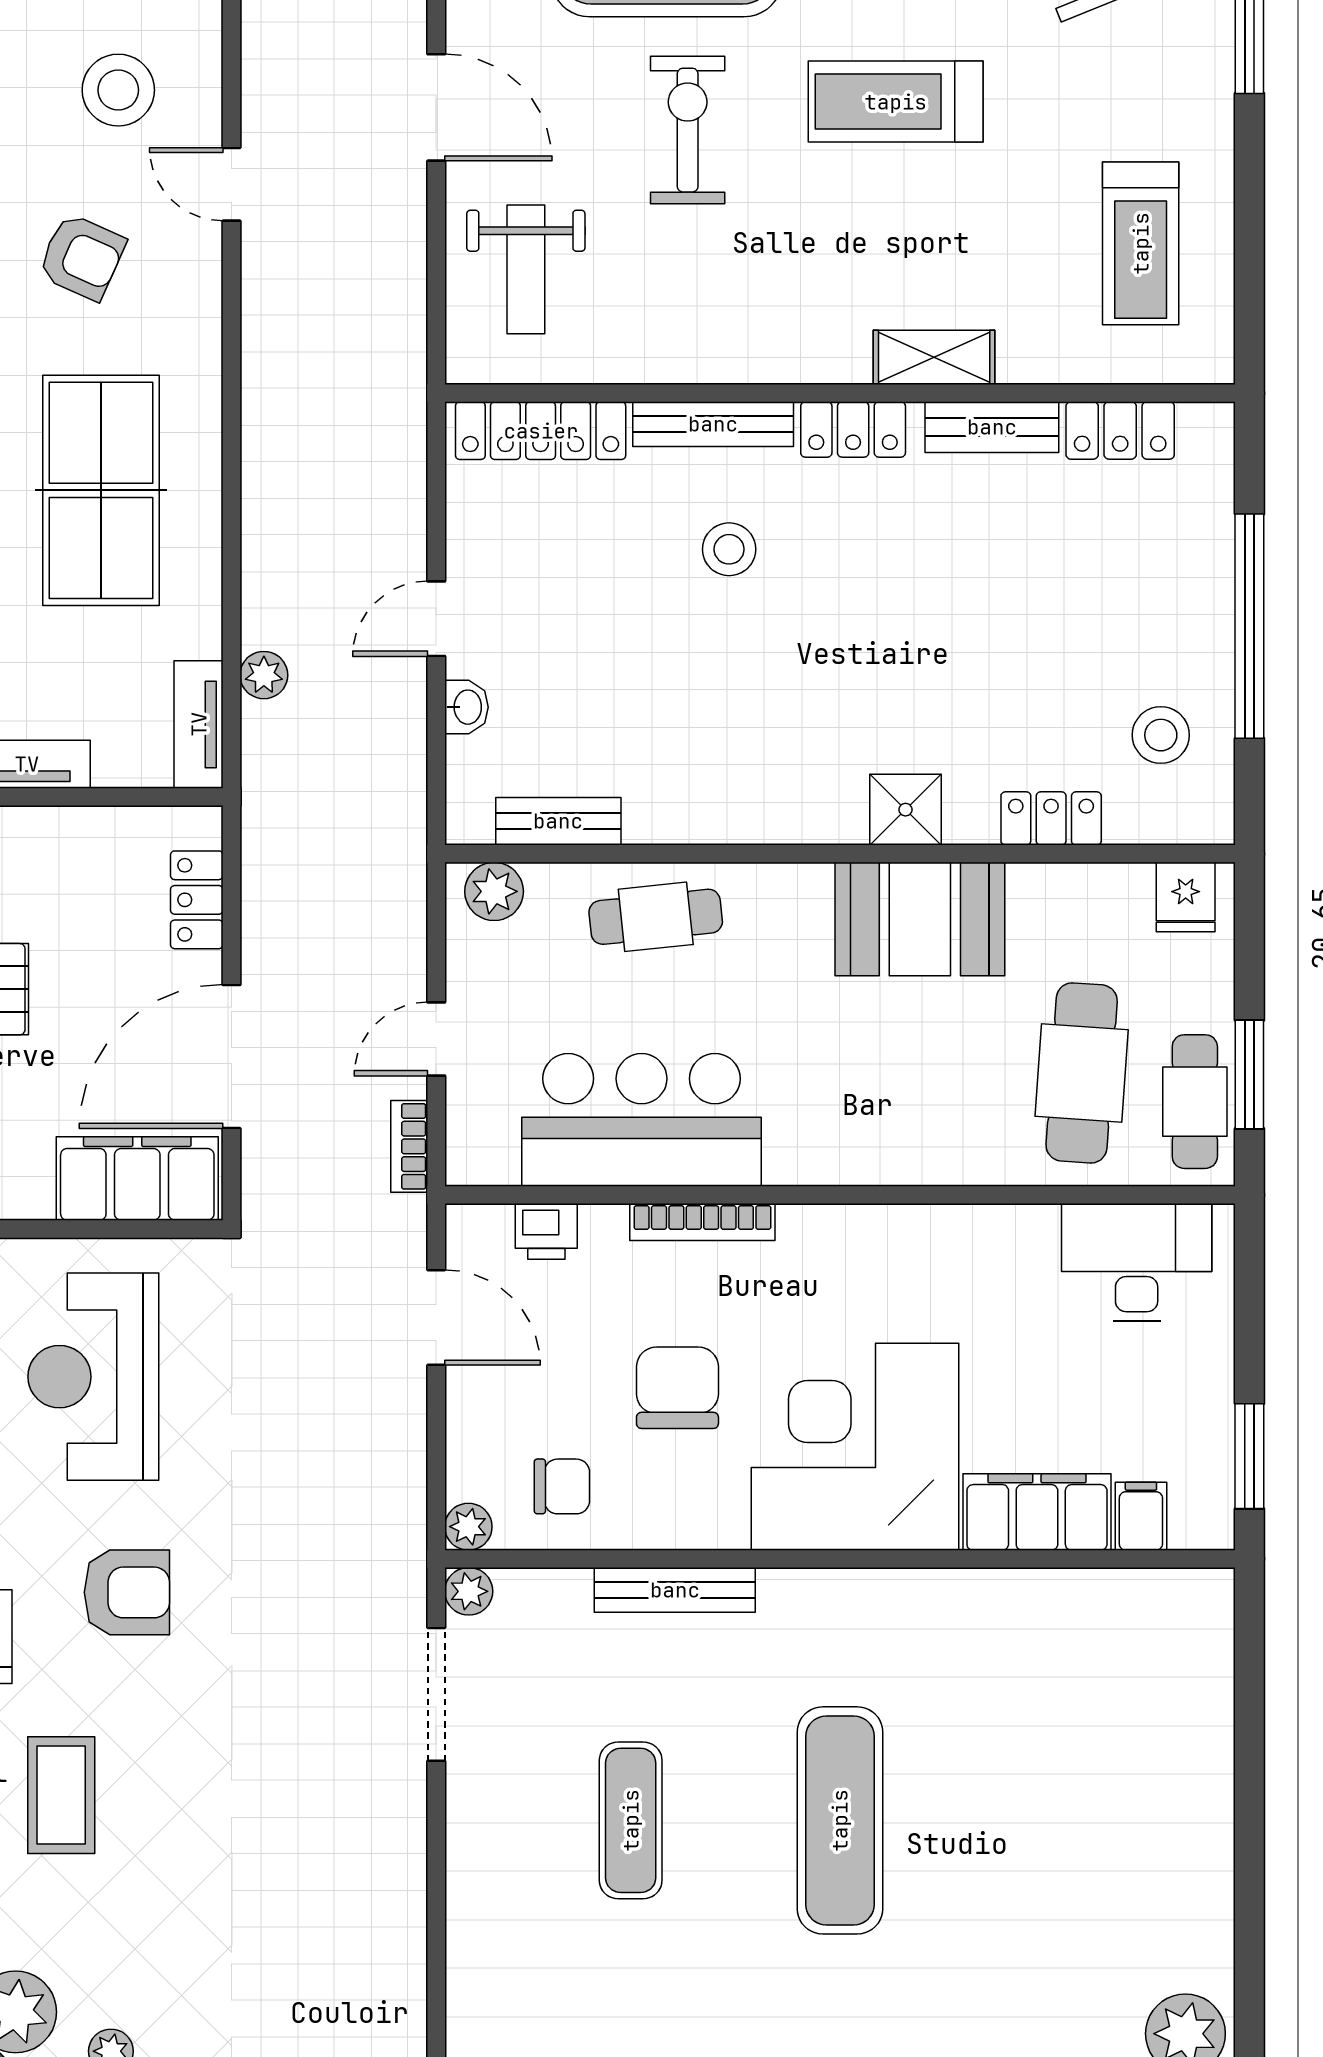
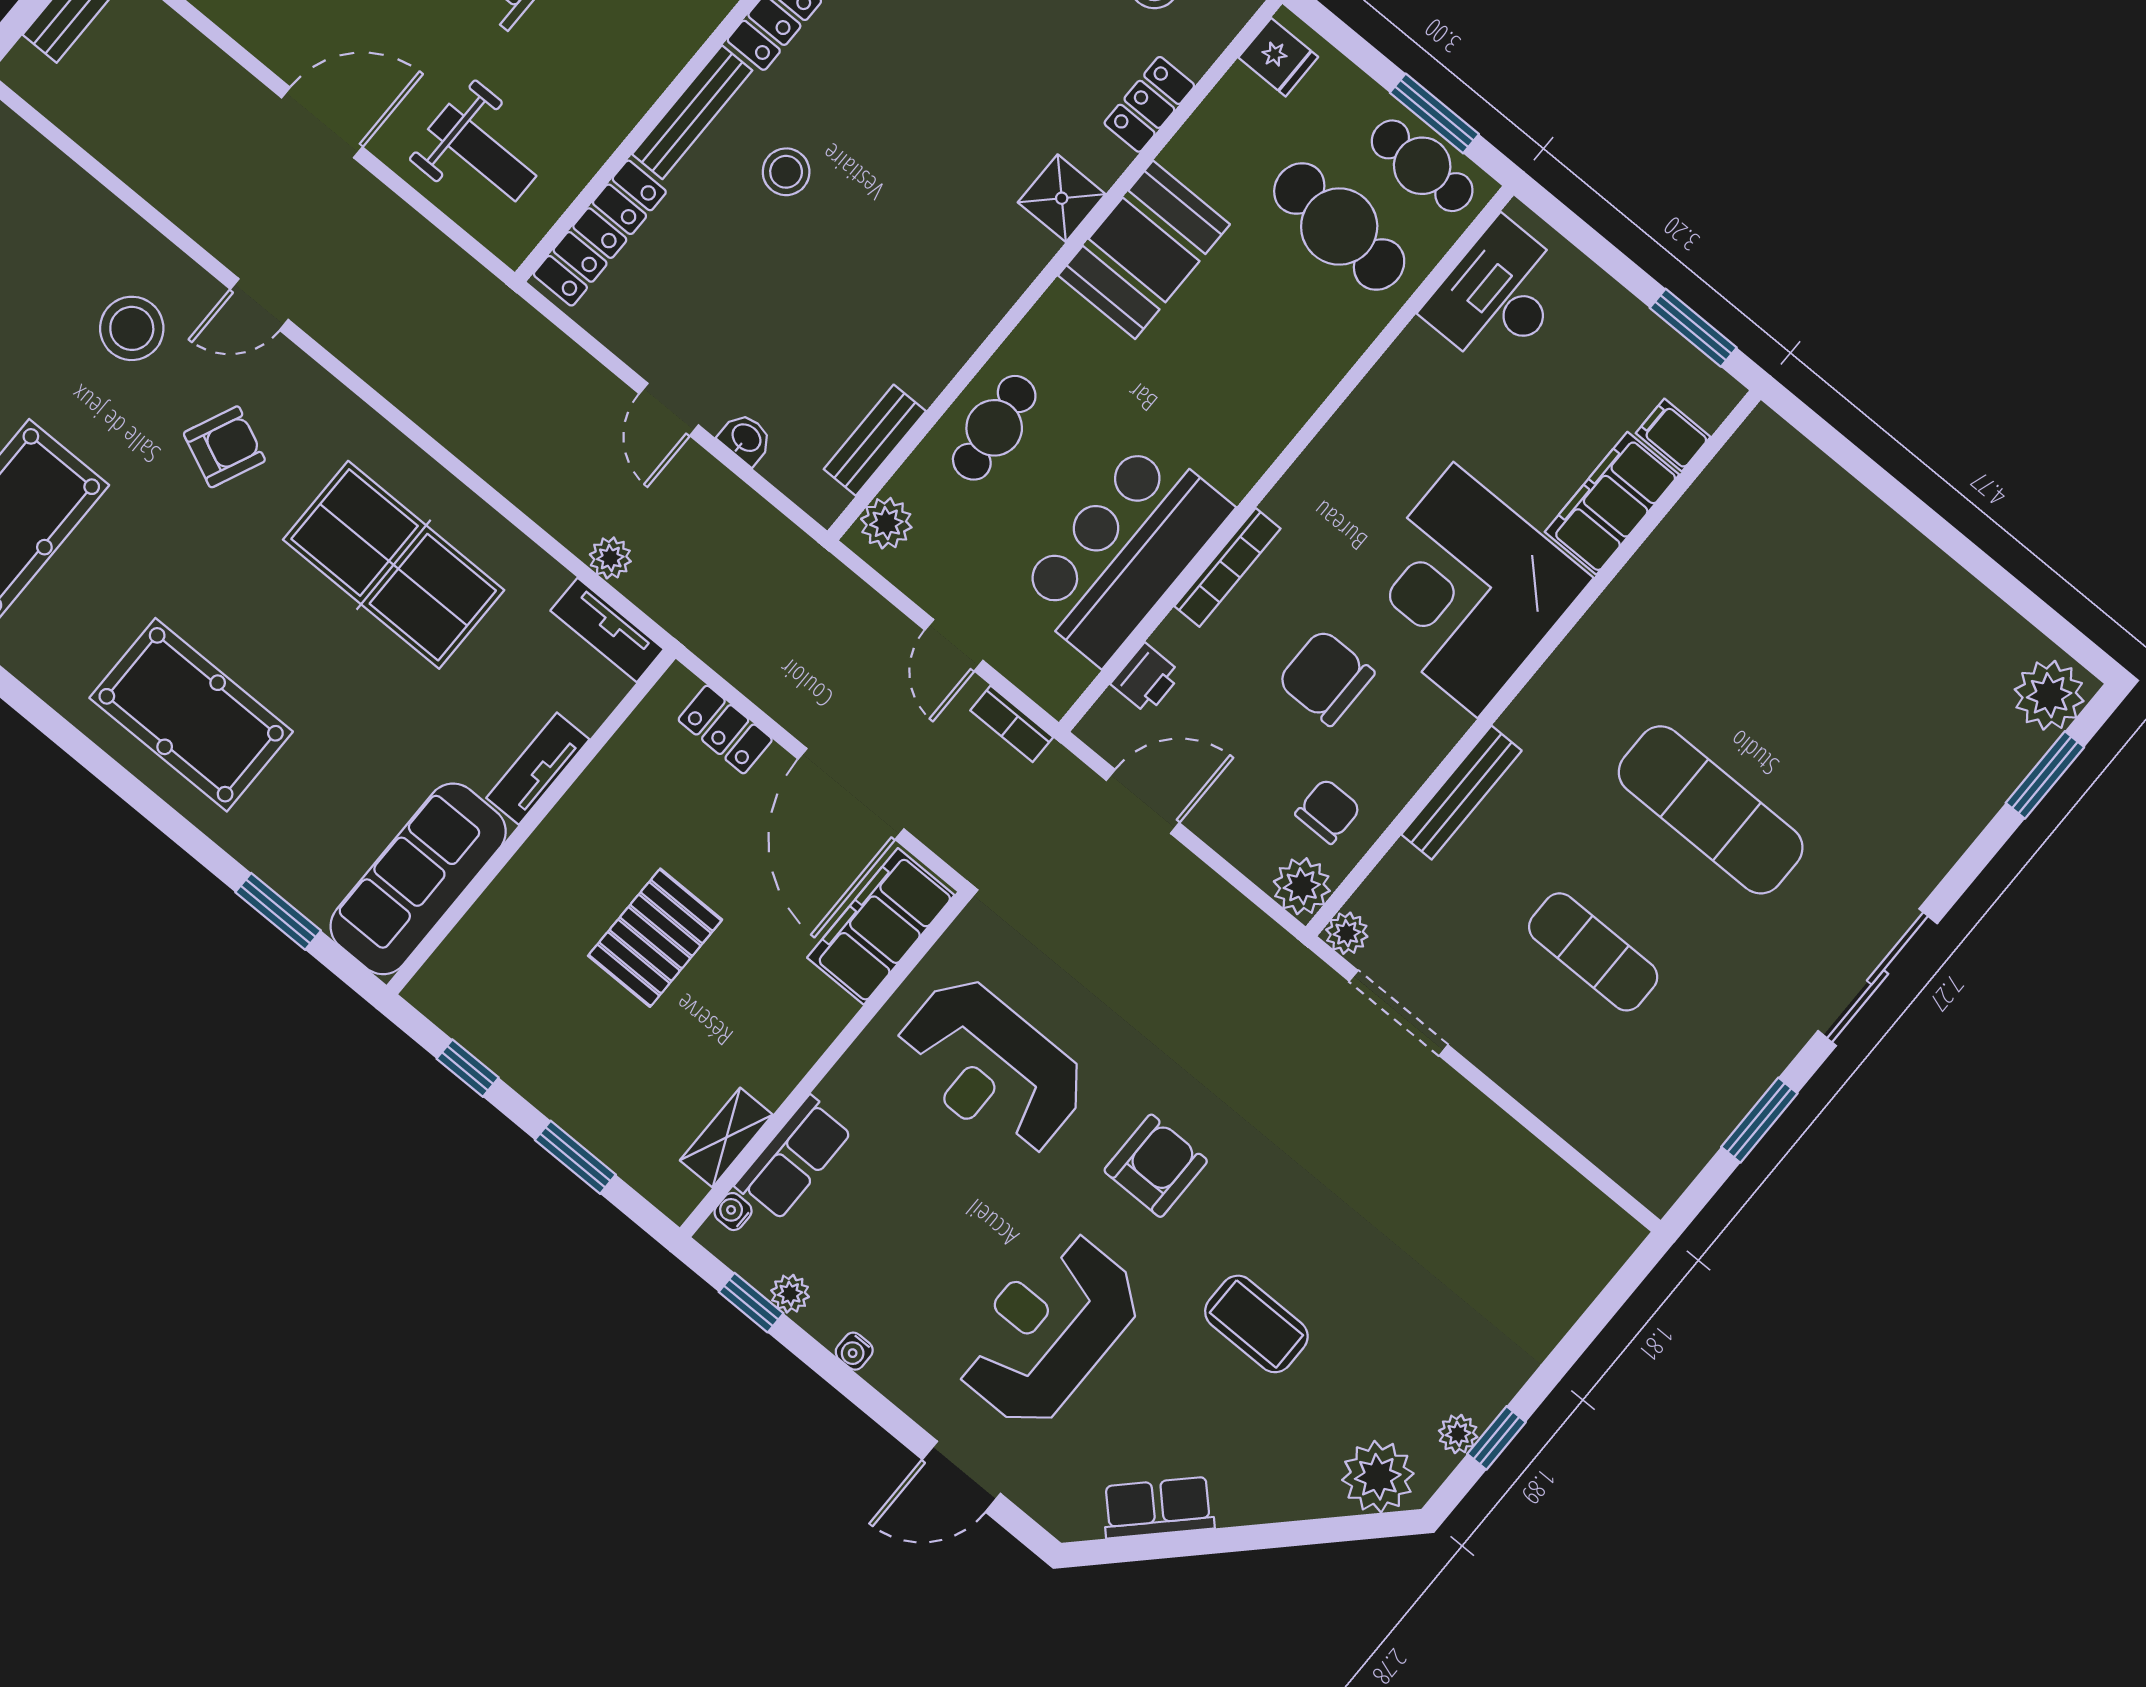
plant: (468, 1527) -> (1302, 886), width x1.38, depth x1.38

